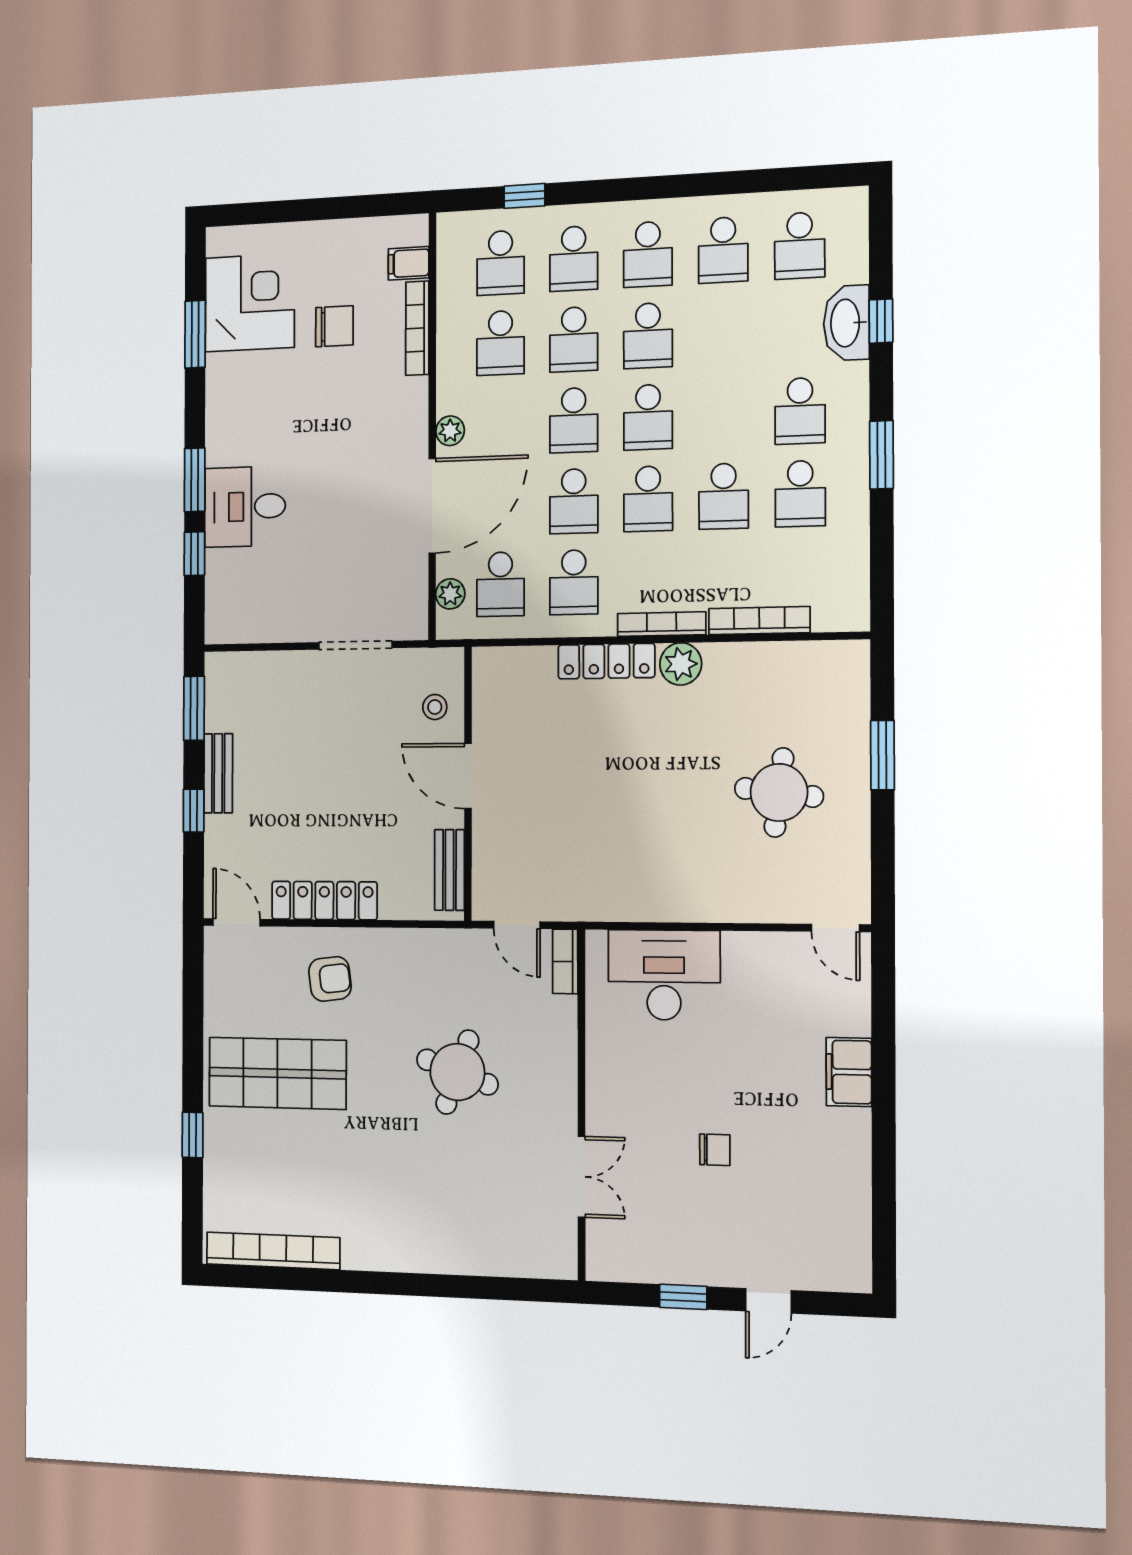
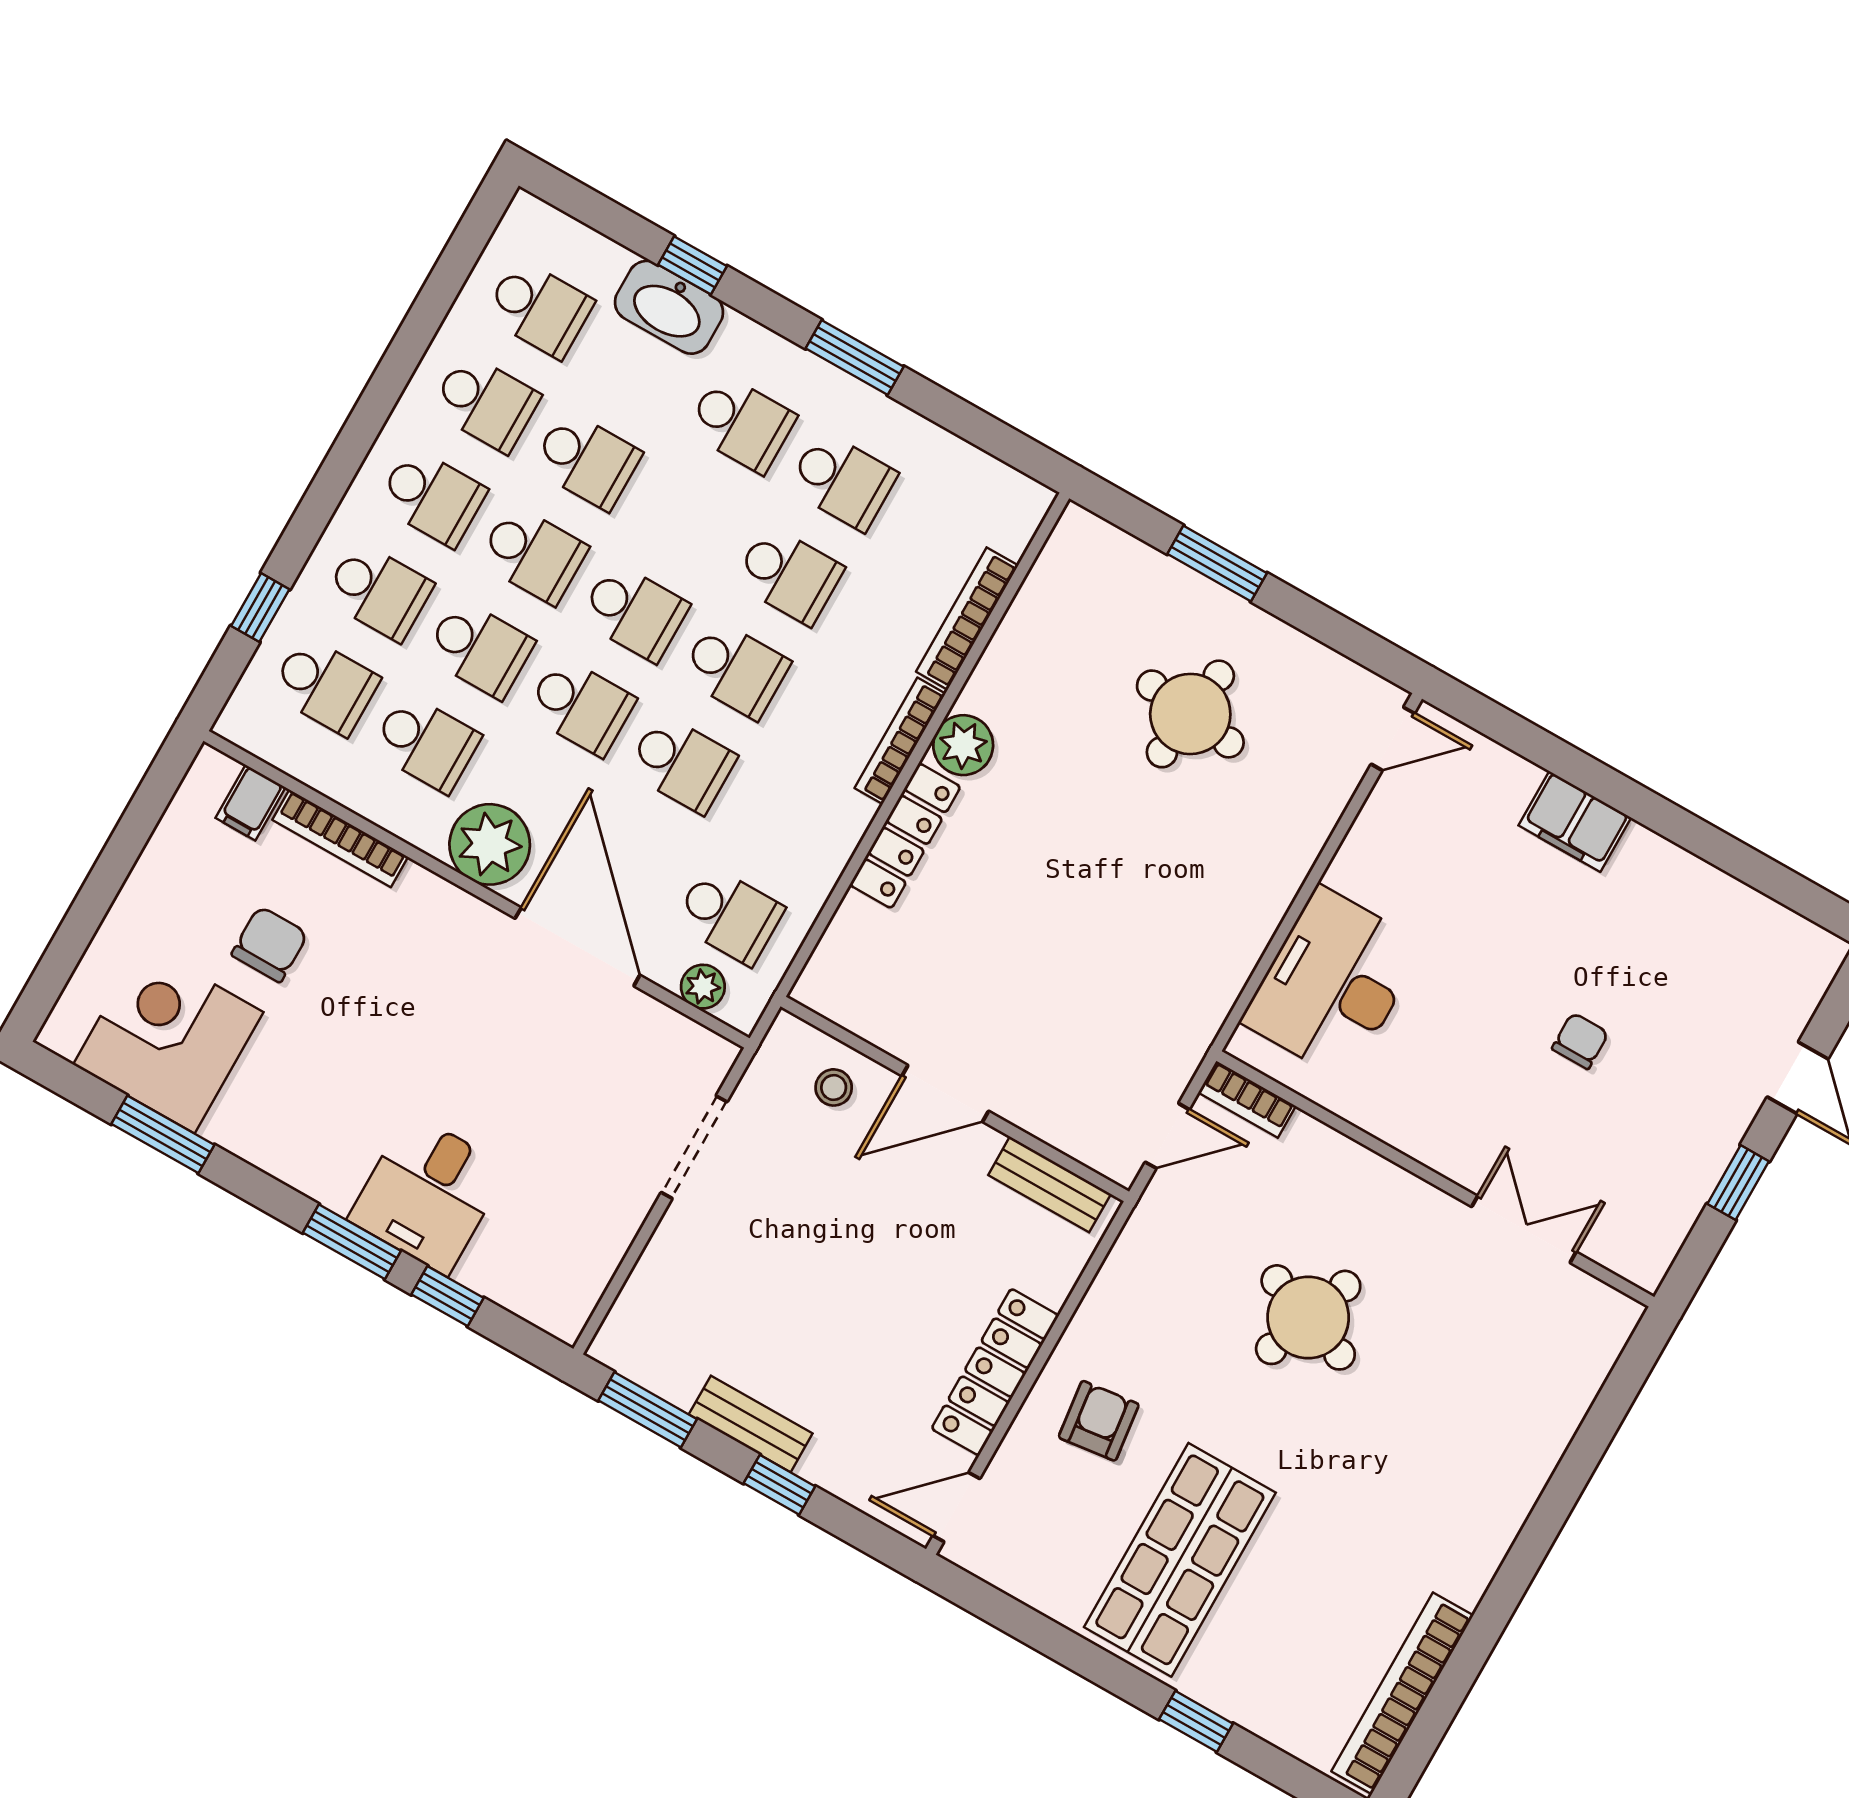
plant: (450, 431) -> (490, 844), width x1.88, depth x1.88
school desk: (574, 582) -> (587, 460), moved

